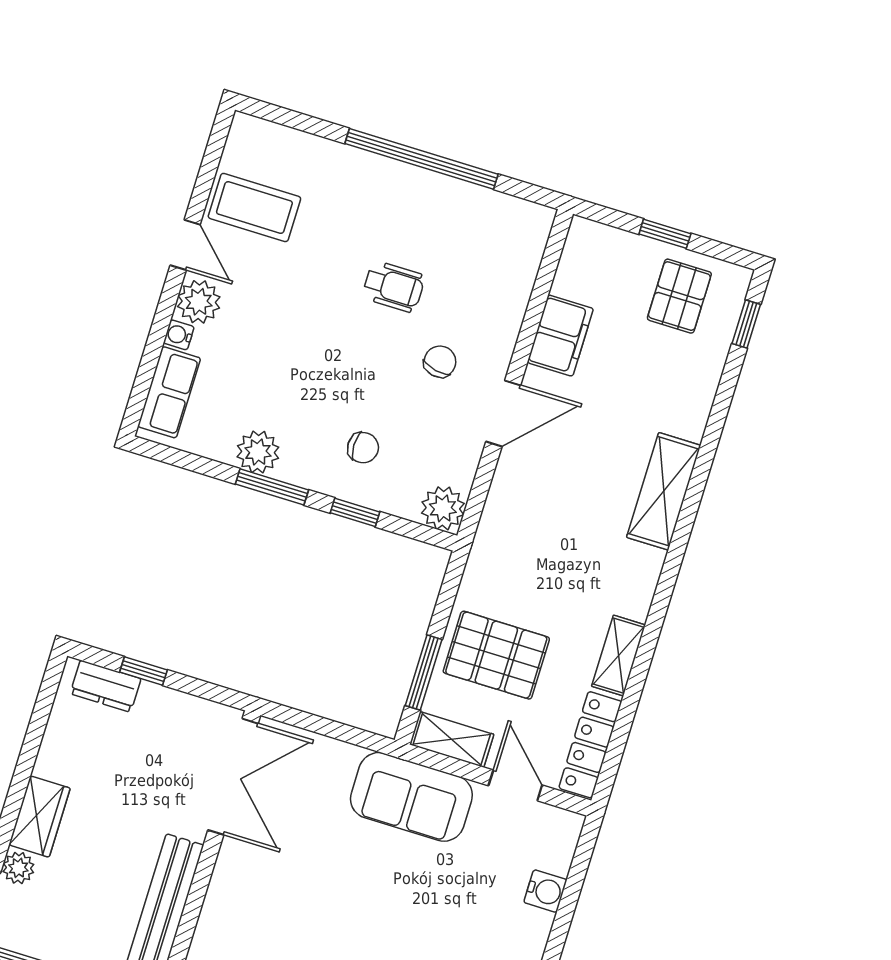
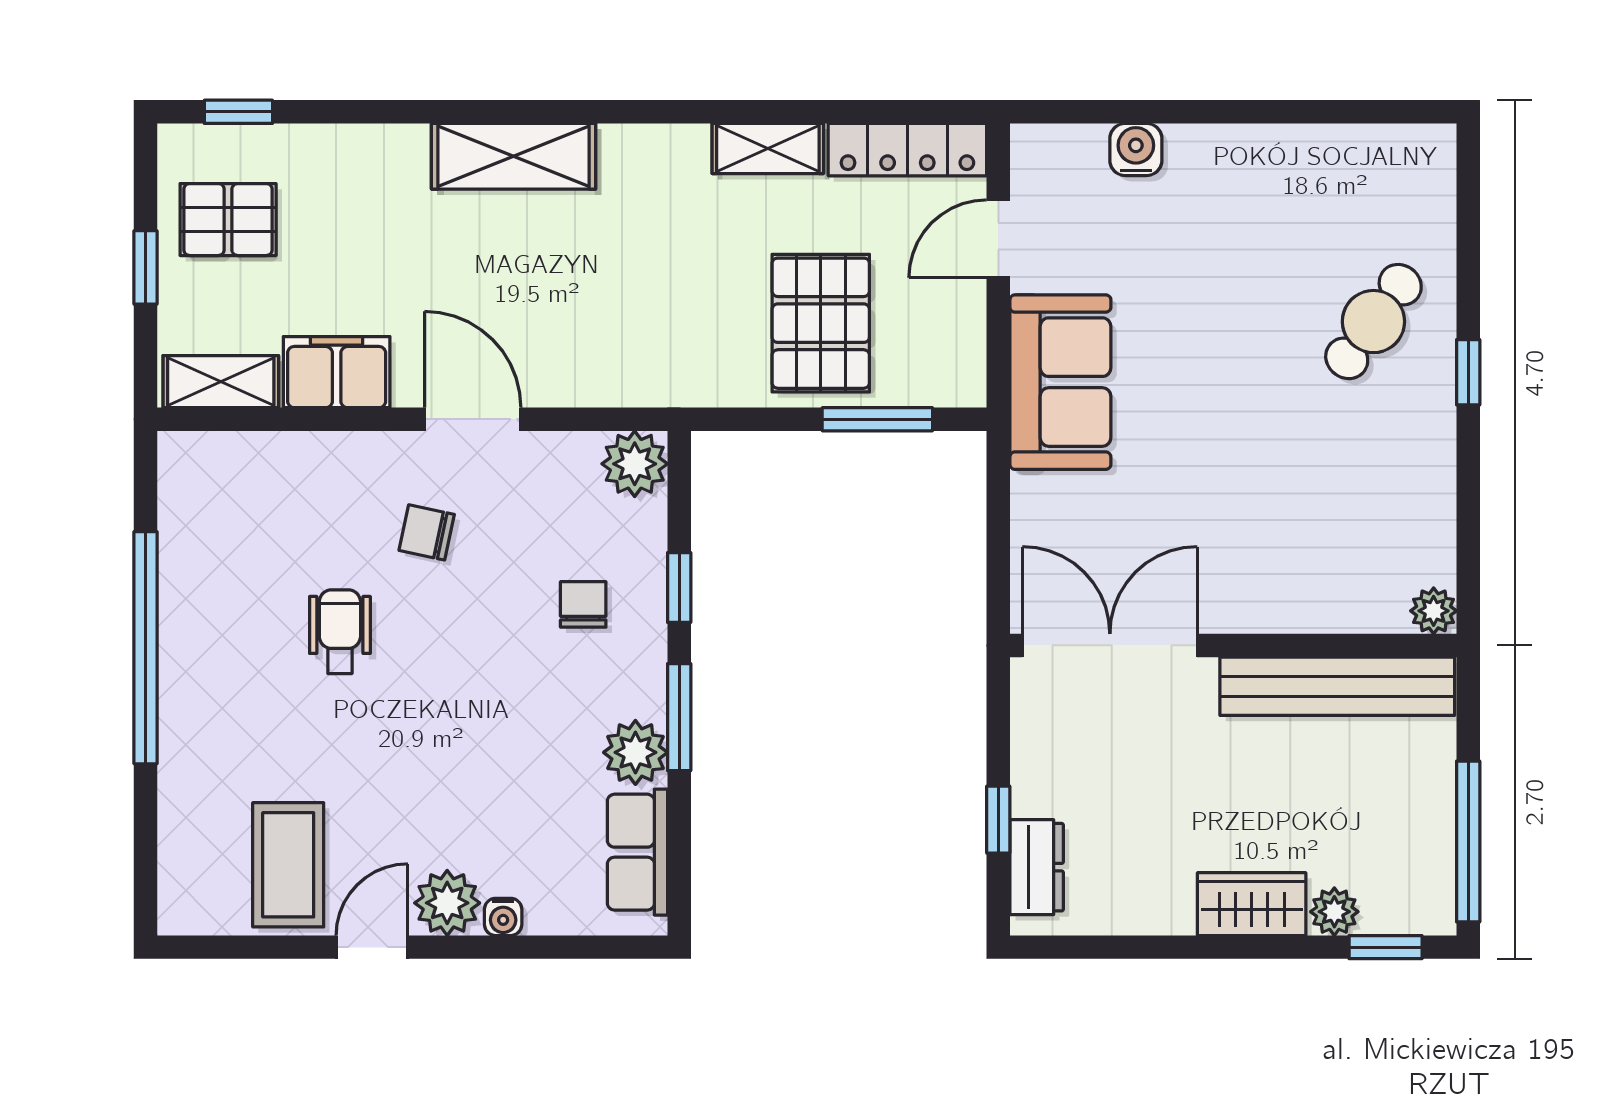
row of seats: (169, 392) -> (637, 852), moved, turned -90
shelving: (452, 739) -> (221, 382), moved, turned 90

